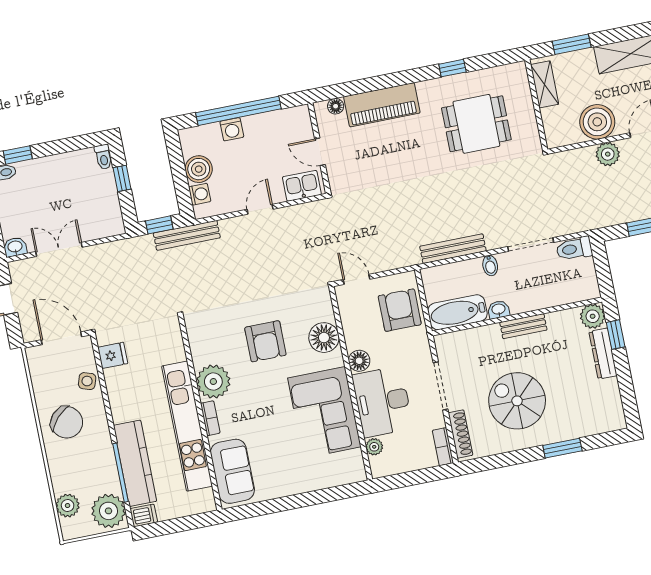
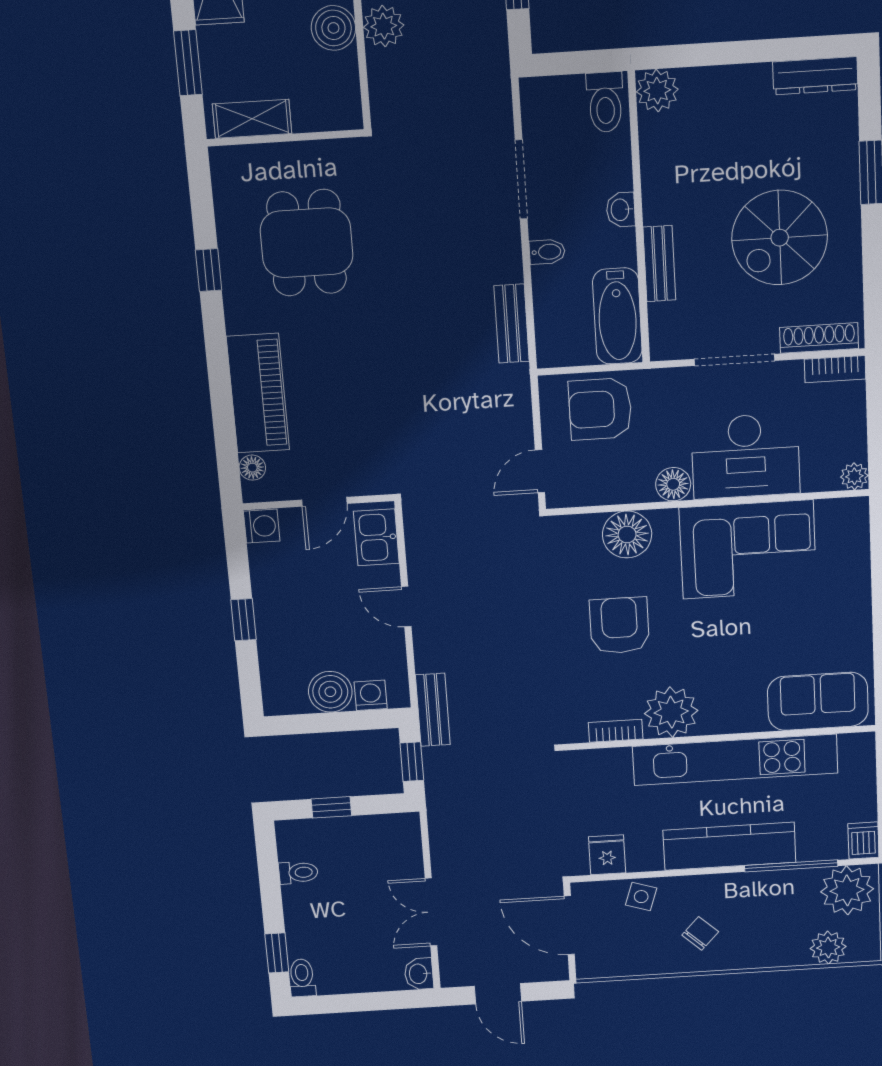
window: (238, 111) -> (243, 620), width x0.32
boiler: (597, 122) -> (333, 28), width x0.73, depth x0.73
washing machine: (232, 129) -> (262, 526), moved
toilet: (103, 157) -> (298, 873), moved
bench: (187, 235) -> (433, 710), width x0.73
bench: (453, 249) -> (512, 324), width x0.73
toilet: (574, 249) -> (605, 102), moved
washbasin: (499, 310) -> (621, 210), moved
bench: (523, 326) -> (659, 264), moved
window: (616, 335) -> (694, 55), removed
door: (61, 338) -> (569, 925), hinge flipped
armchair: (265, 341) -> (619, 625), turned -90
dresser: (603, 354) -> (815, 76), moved
bookcase: (210, 418) -> (616, 731), moved
chair: (67, 422) -> (700, 933), width x0.54, depth x0.54
plant: (374, 447) -> (854, 476), moved
kitchen counter: (135, 463) -> (729, 846), moved

